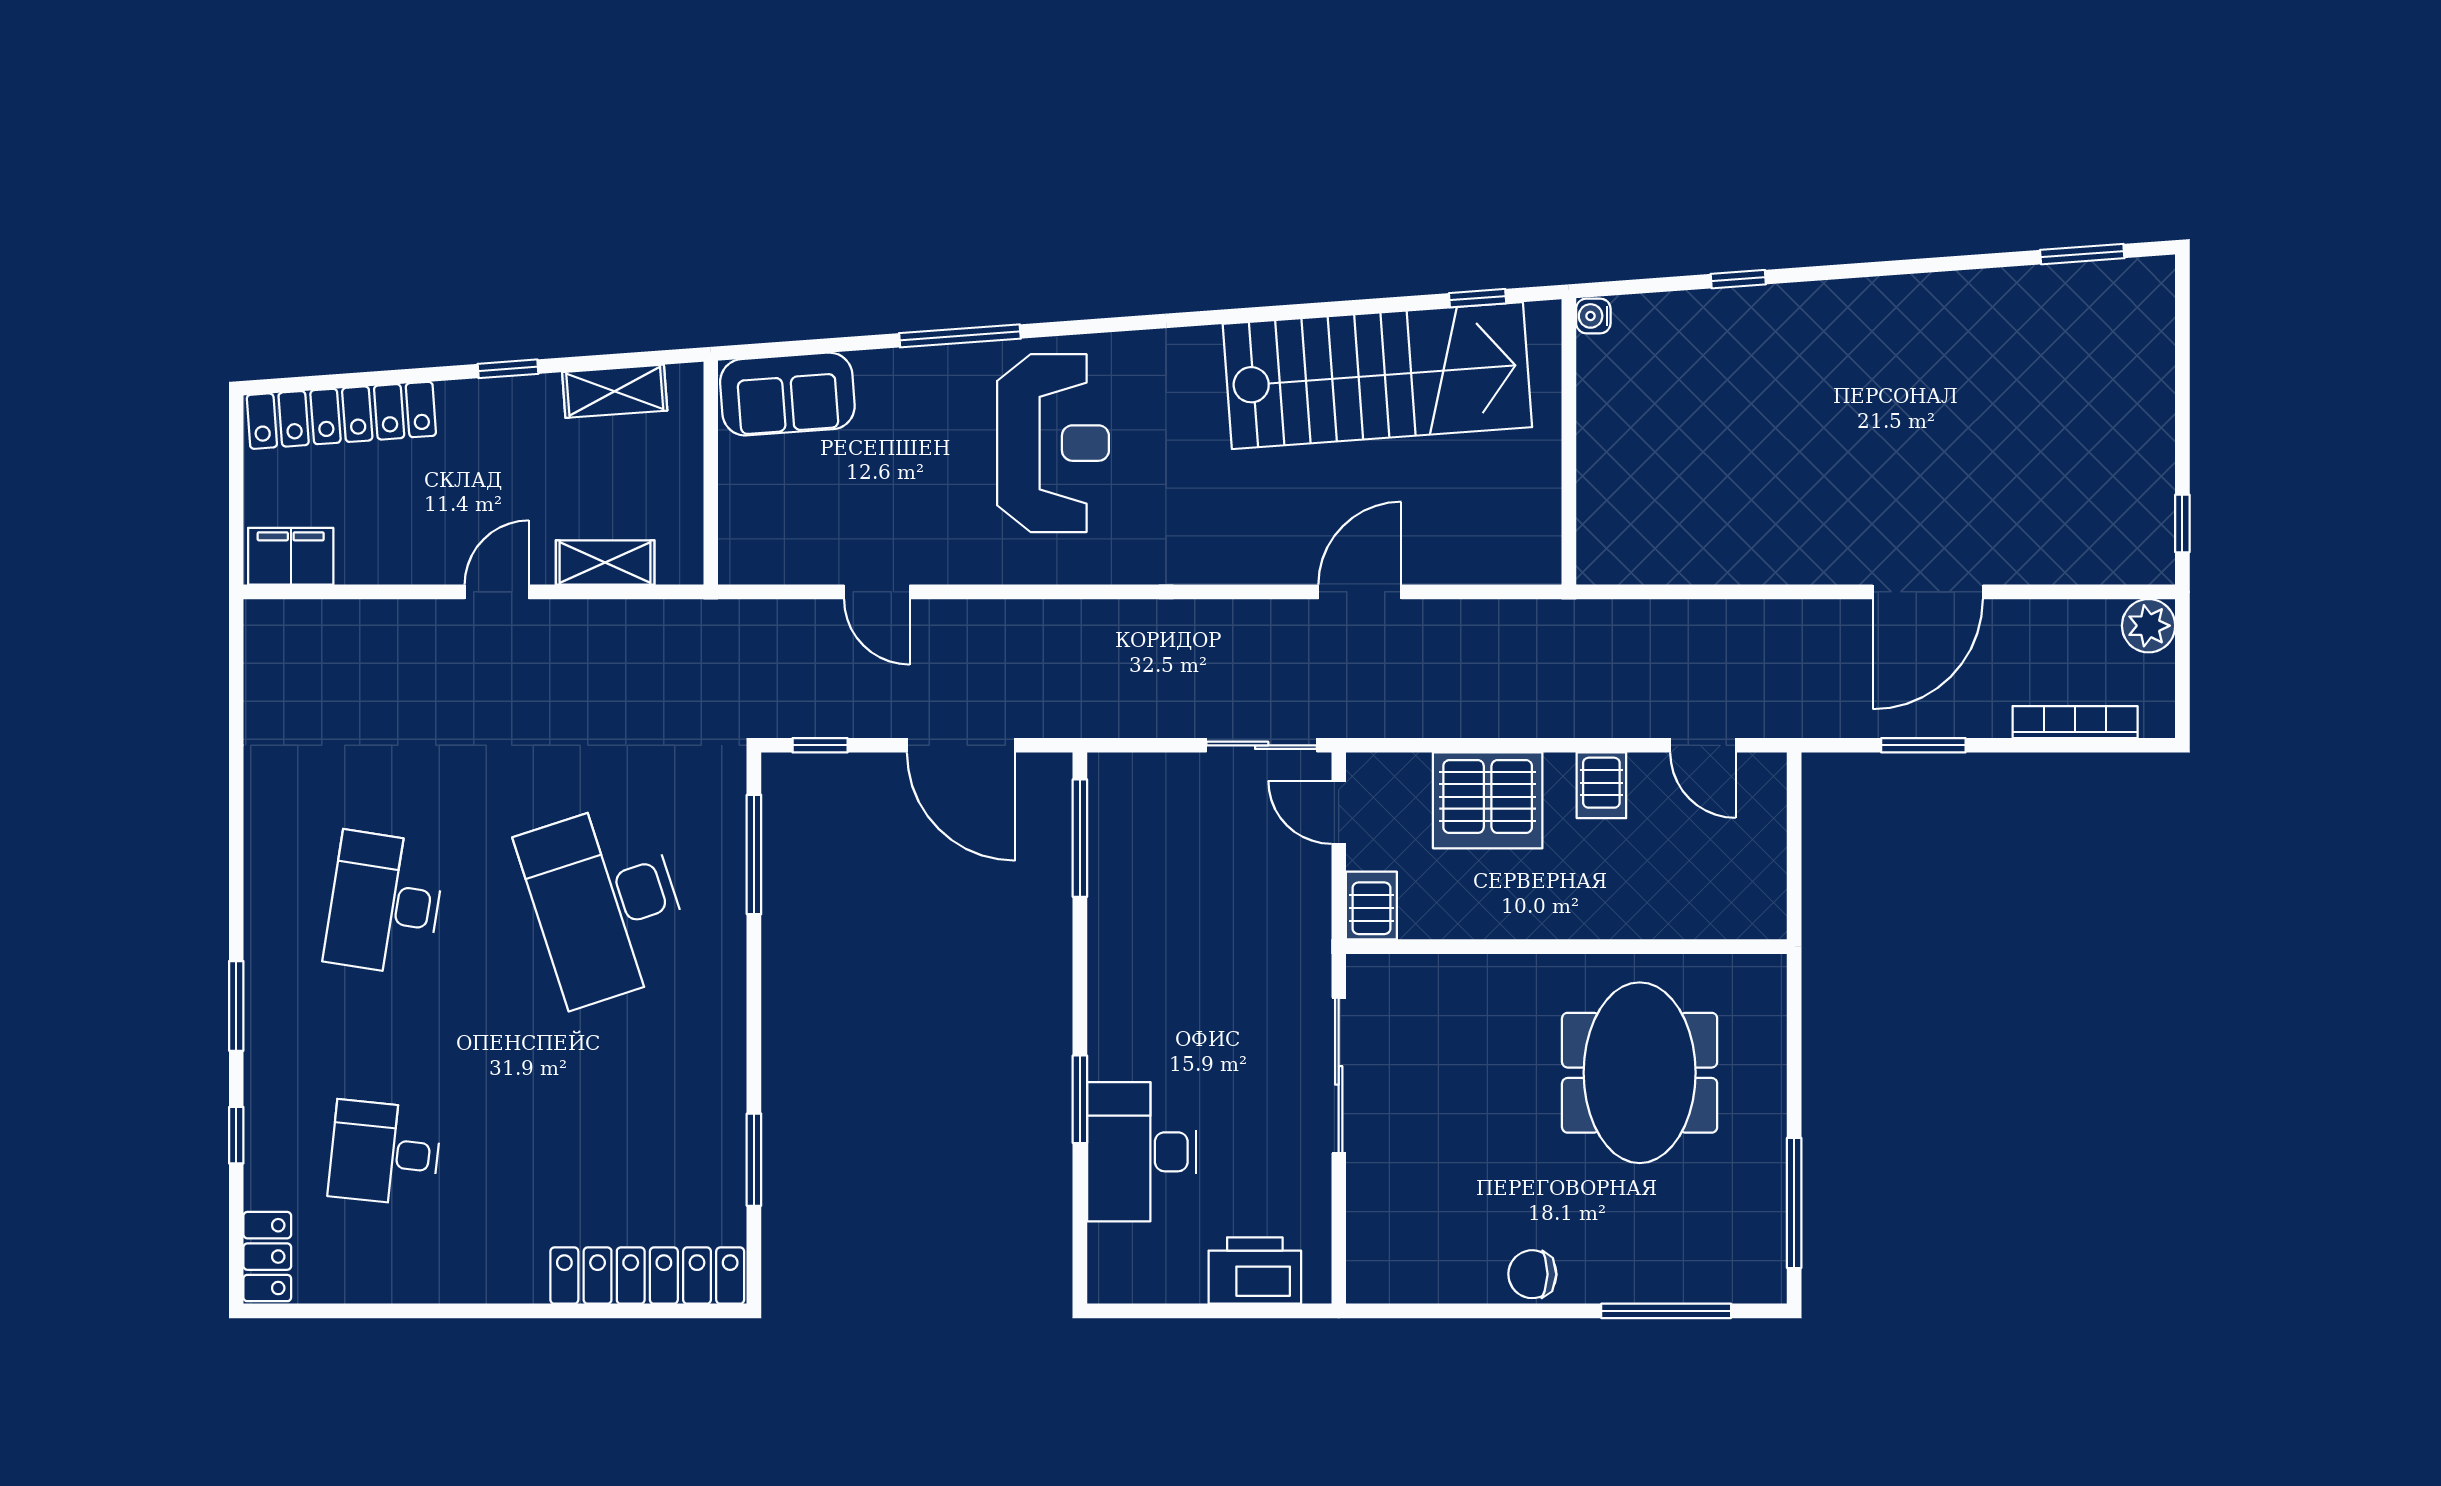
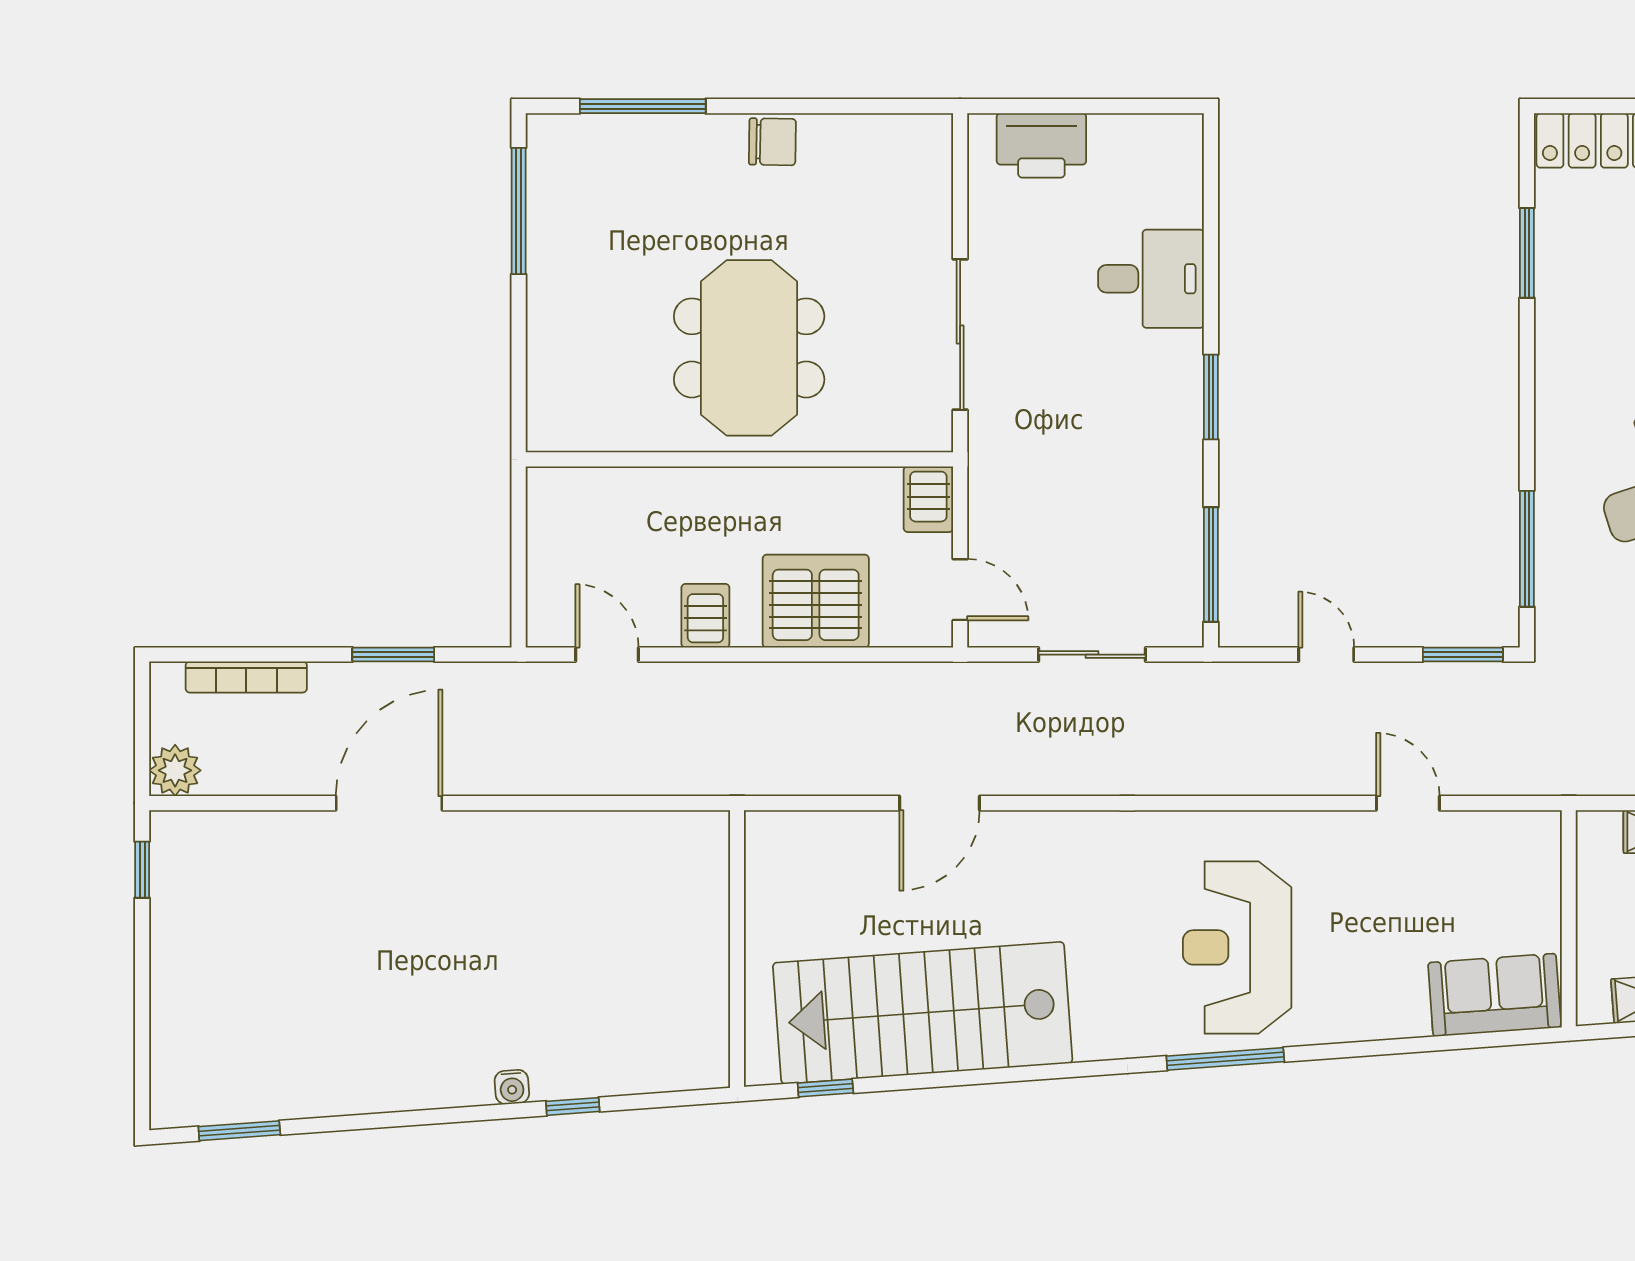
water cooler: (1593, 316) -> (512, 1087), moved, turned 86
window: (960, 336) -> (1225, 1059), moved
window: (820, 745) -> (1463, 655), width x1.50
door: (961, 745) -> (1326, 655), width x0.53
sliding door: (1262, 745) -> (1092, 655), moved
meeting table: (1640, 1073) -> (749, 348), moved
window: (1080, 1099) -> (1211, 397), moved
desk: (1142, 1152) -> (1151, 279), width x0.73

